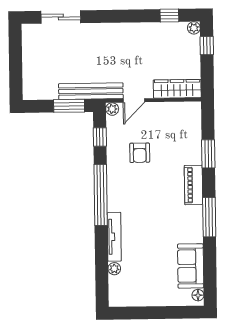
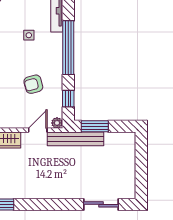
armchair: (140, 153) -> (33, 84), turned -105
side table: (146, 208) -> (29, 35), added

